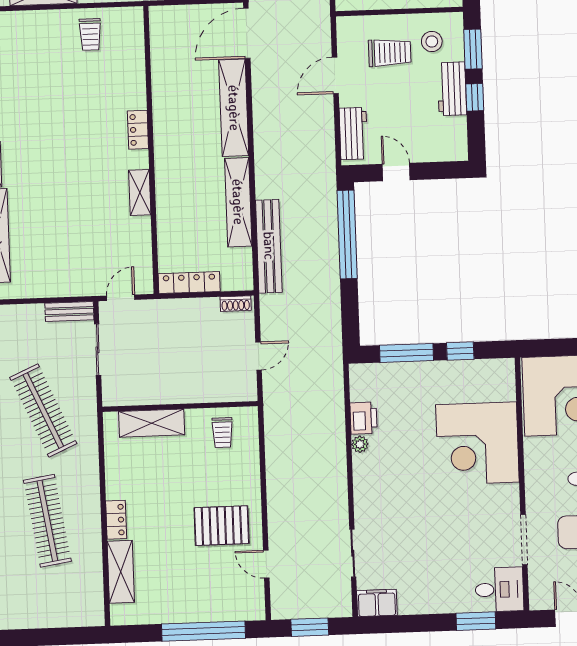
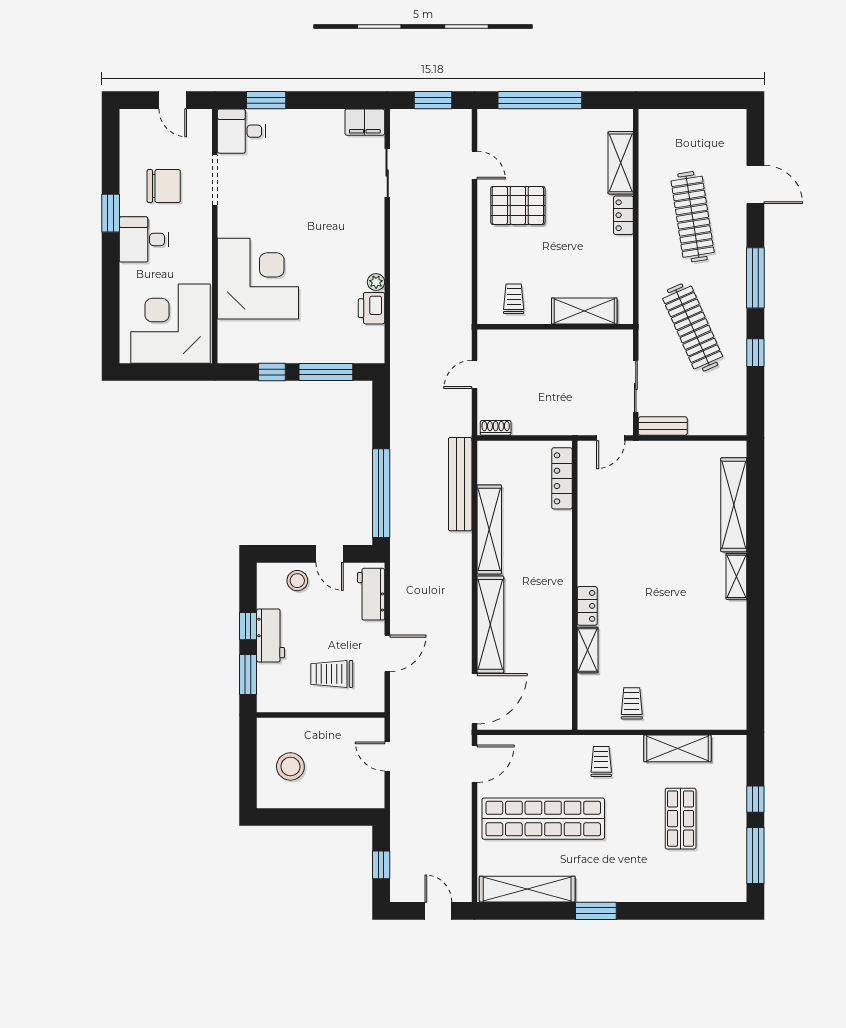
stool: (432, 41) -> (297, 581), moved
shelving: (140, 193) -> (588, 650), moved
locker: (189, 283) -> (562, 478), moved, turned 90

